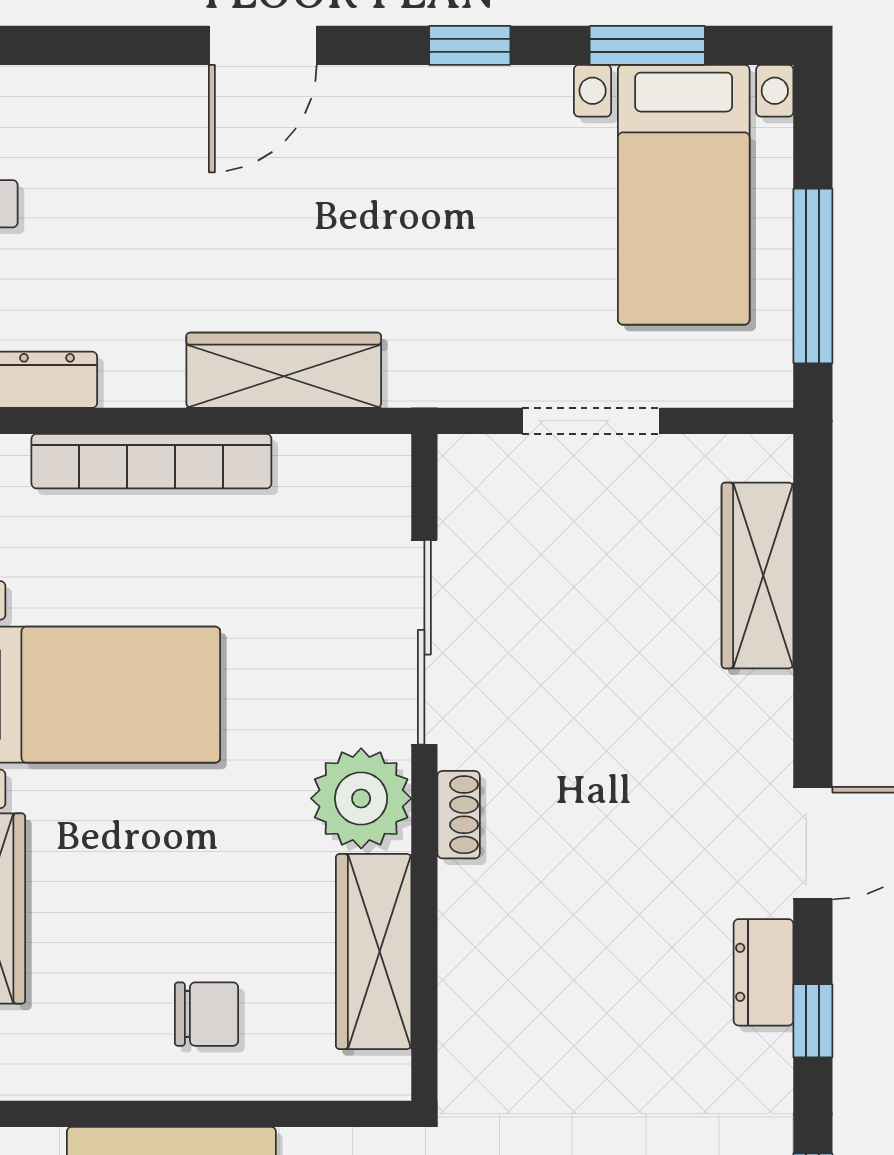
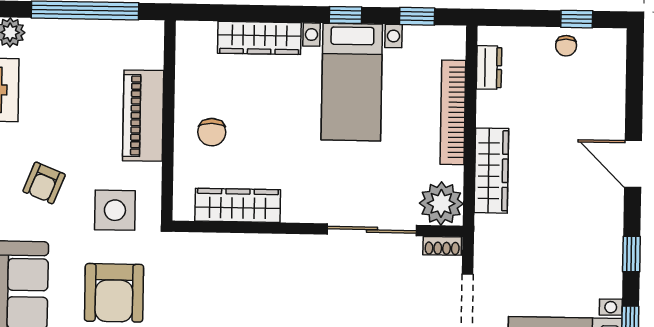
plant: (361, 798) -> (441, 203), moved
shoe rack: (459, 815) -> (442, 246), moved

